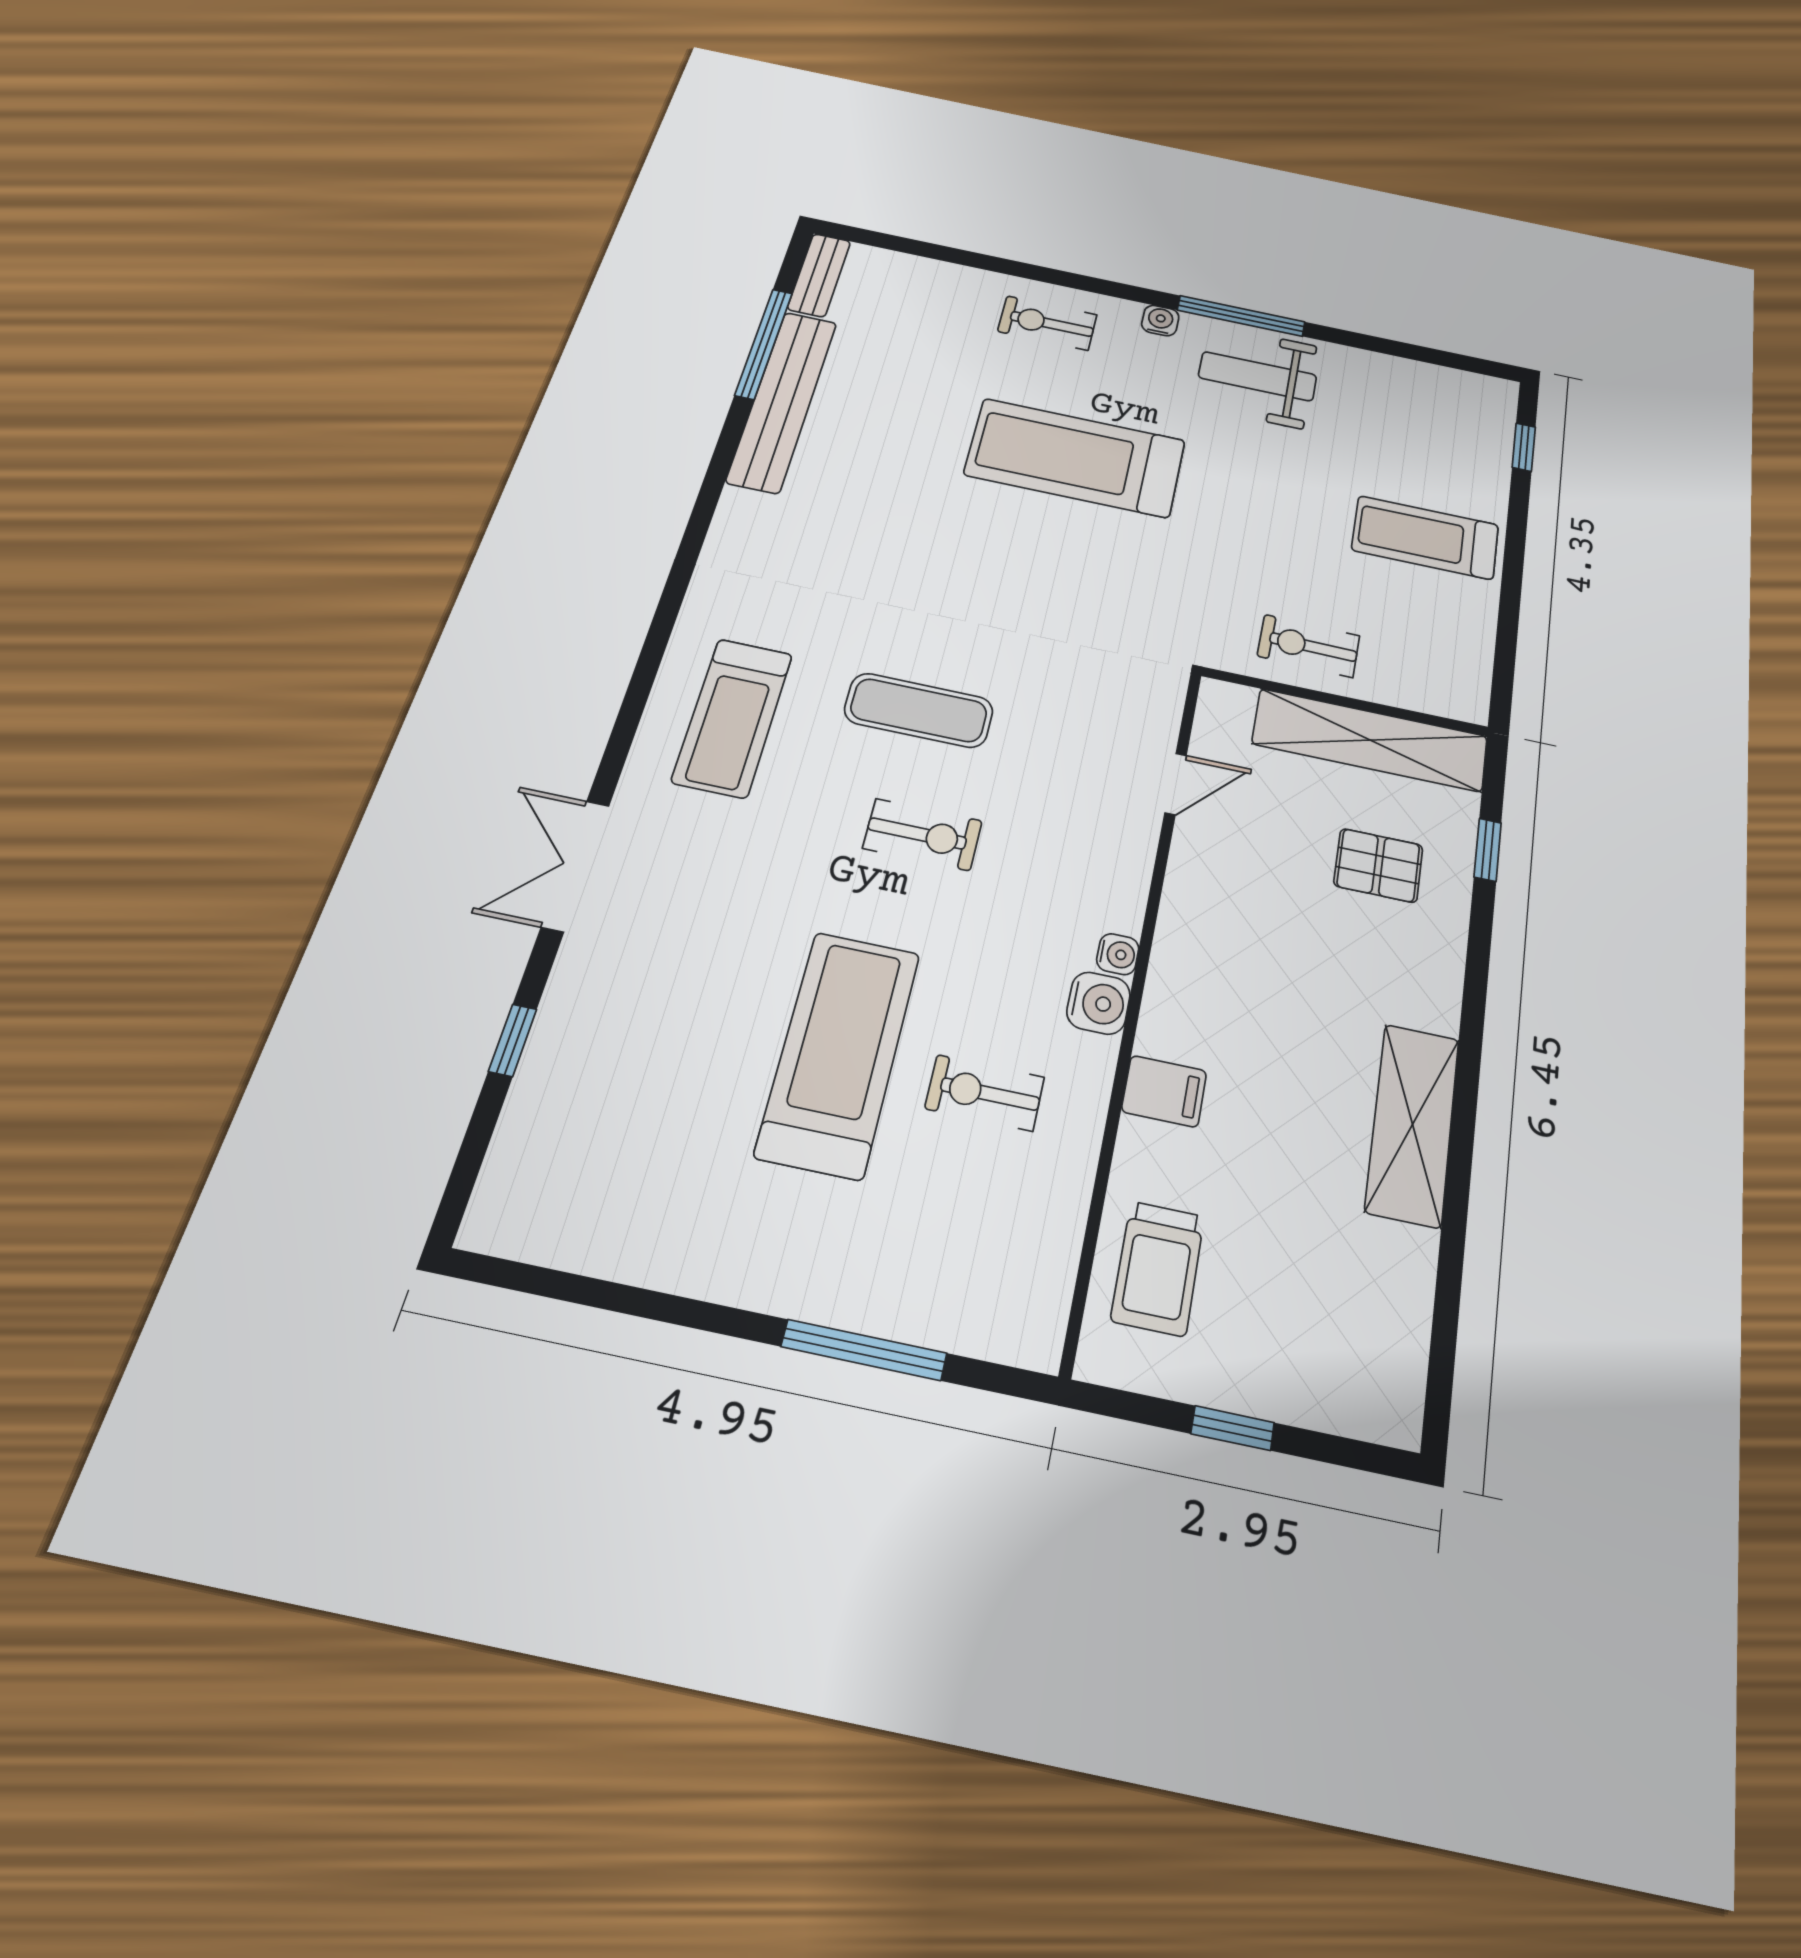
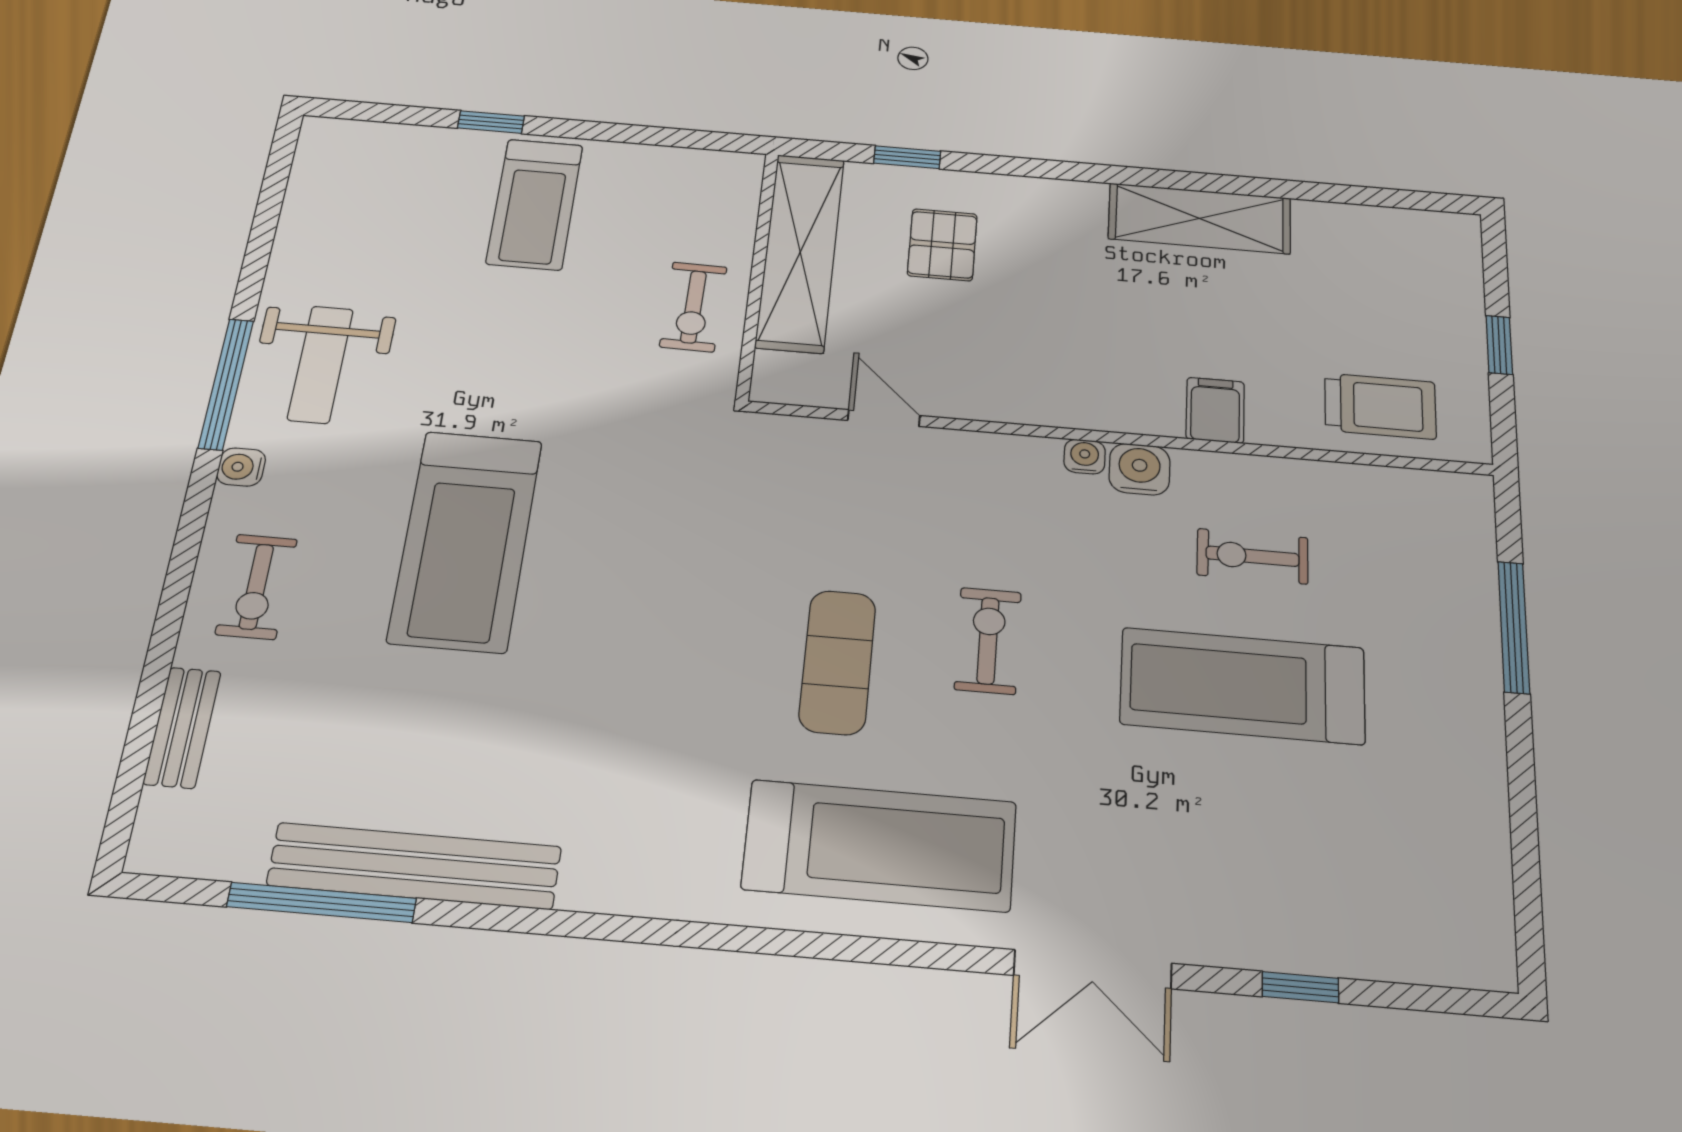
bench: (819, 275) -> (182, 727), moved, turned 90
window: (1524, 447) -> (491, 122), moved
treadmill: (733, 717) -> (880, 845), width x1.37, depth x1.38
exercise bike: (985, 1093) -> (1252, 556), turned 90

